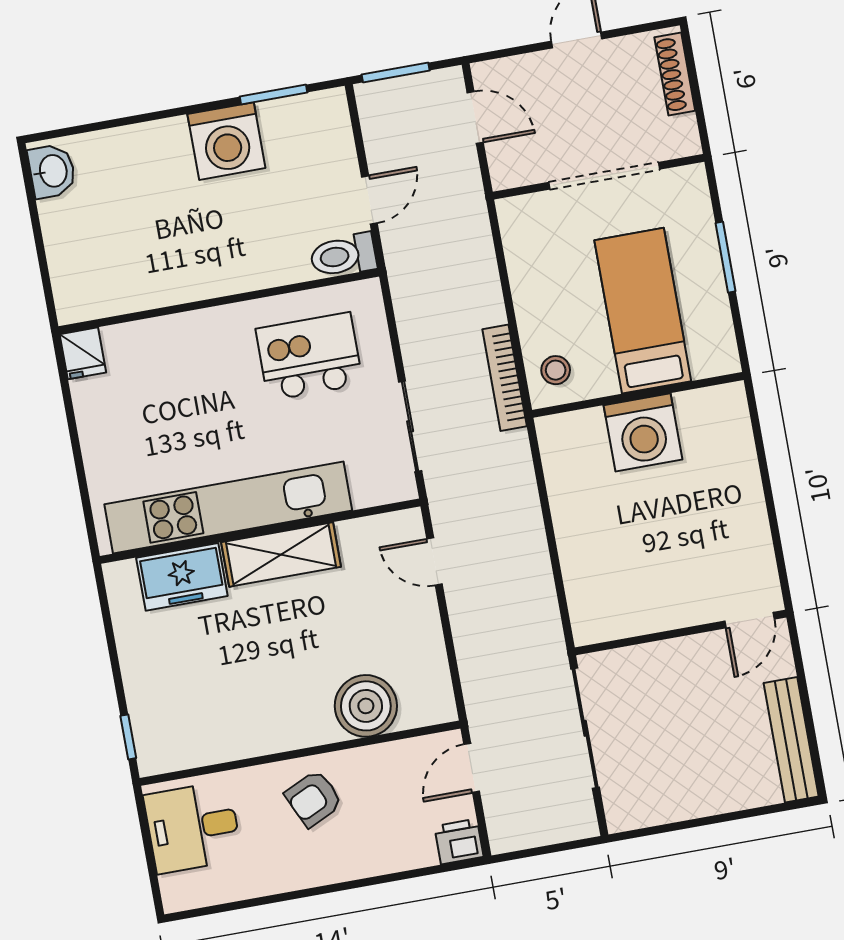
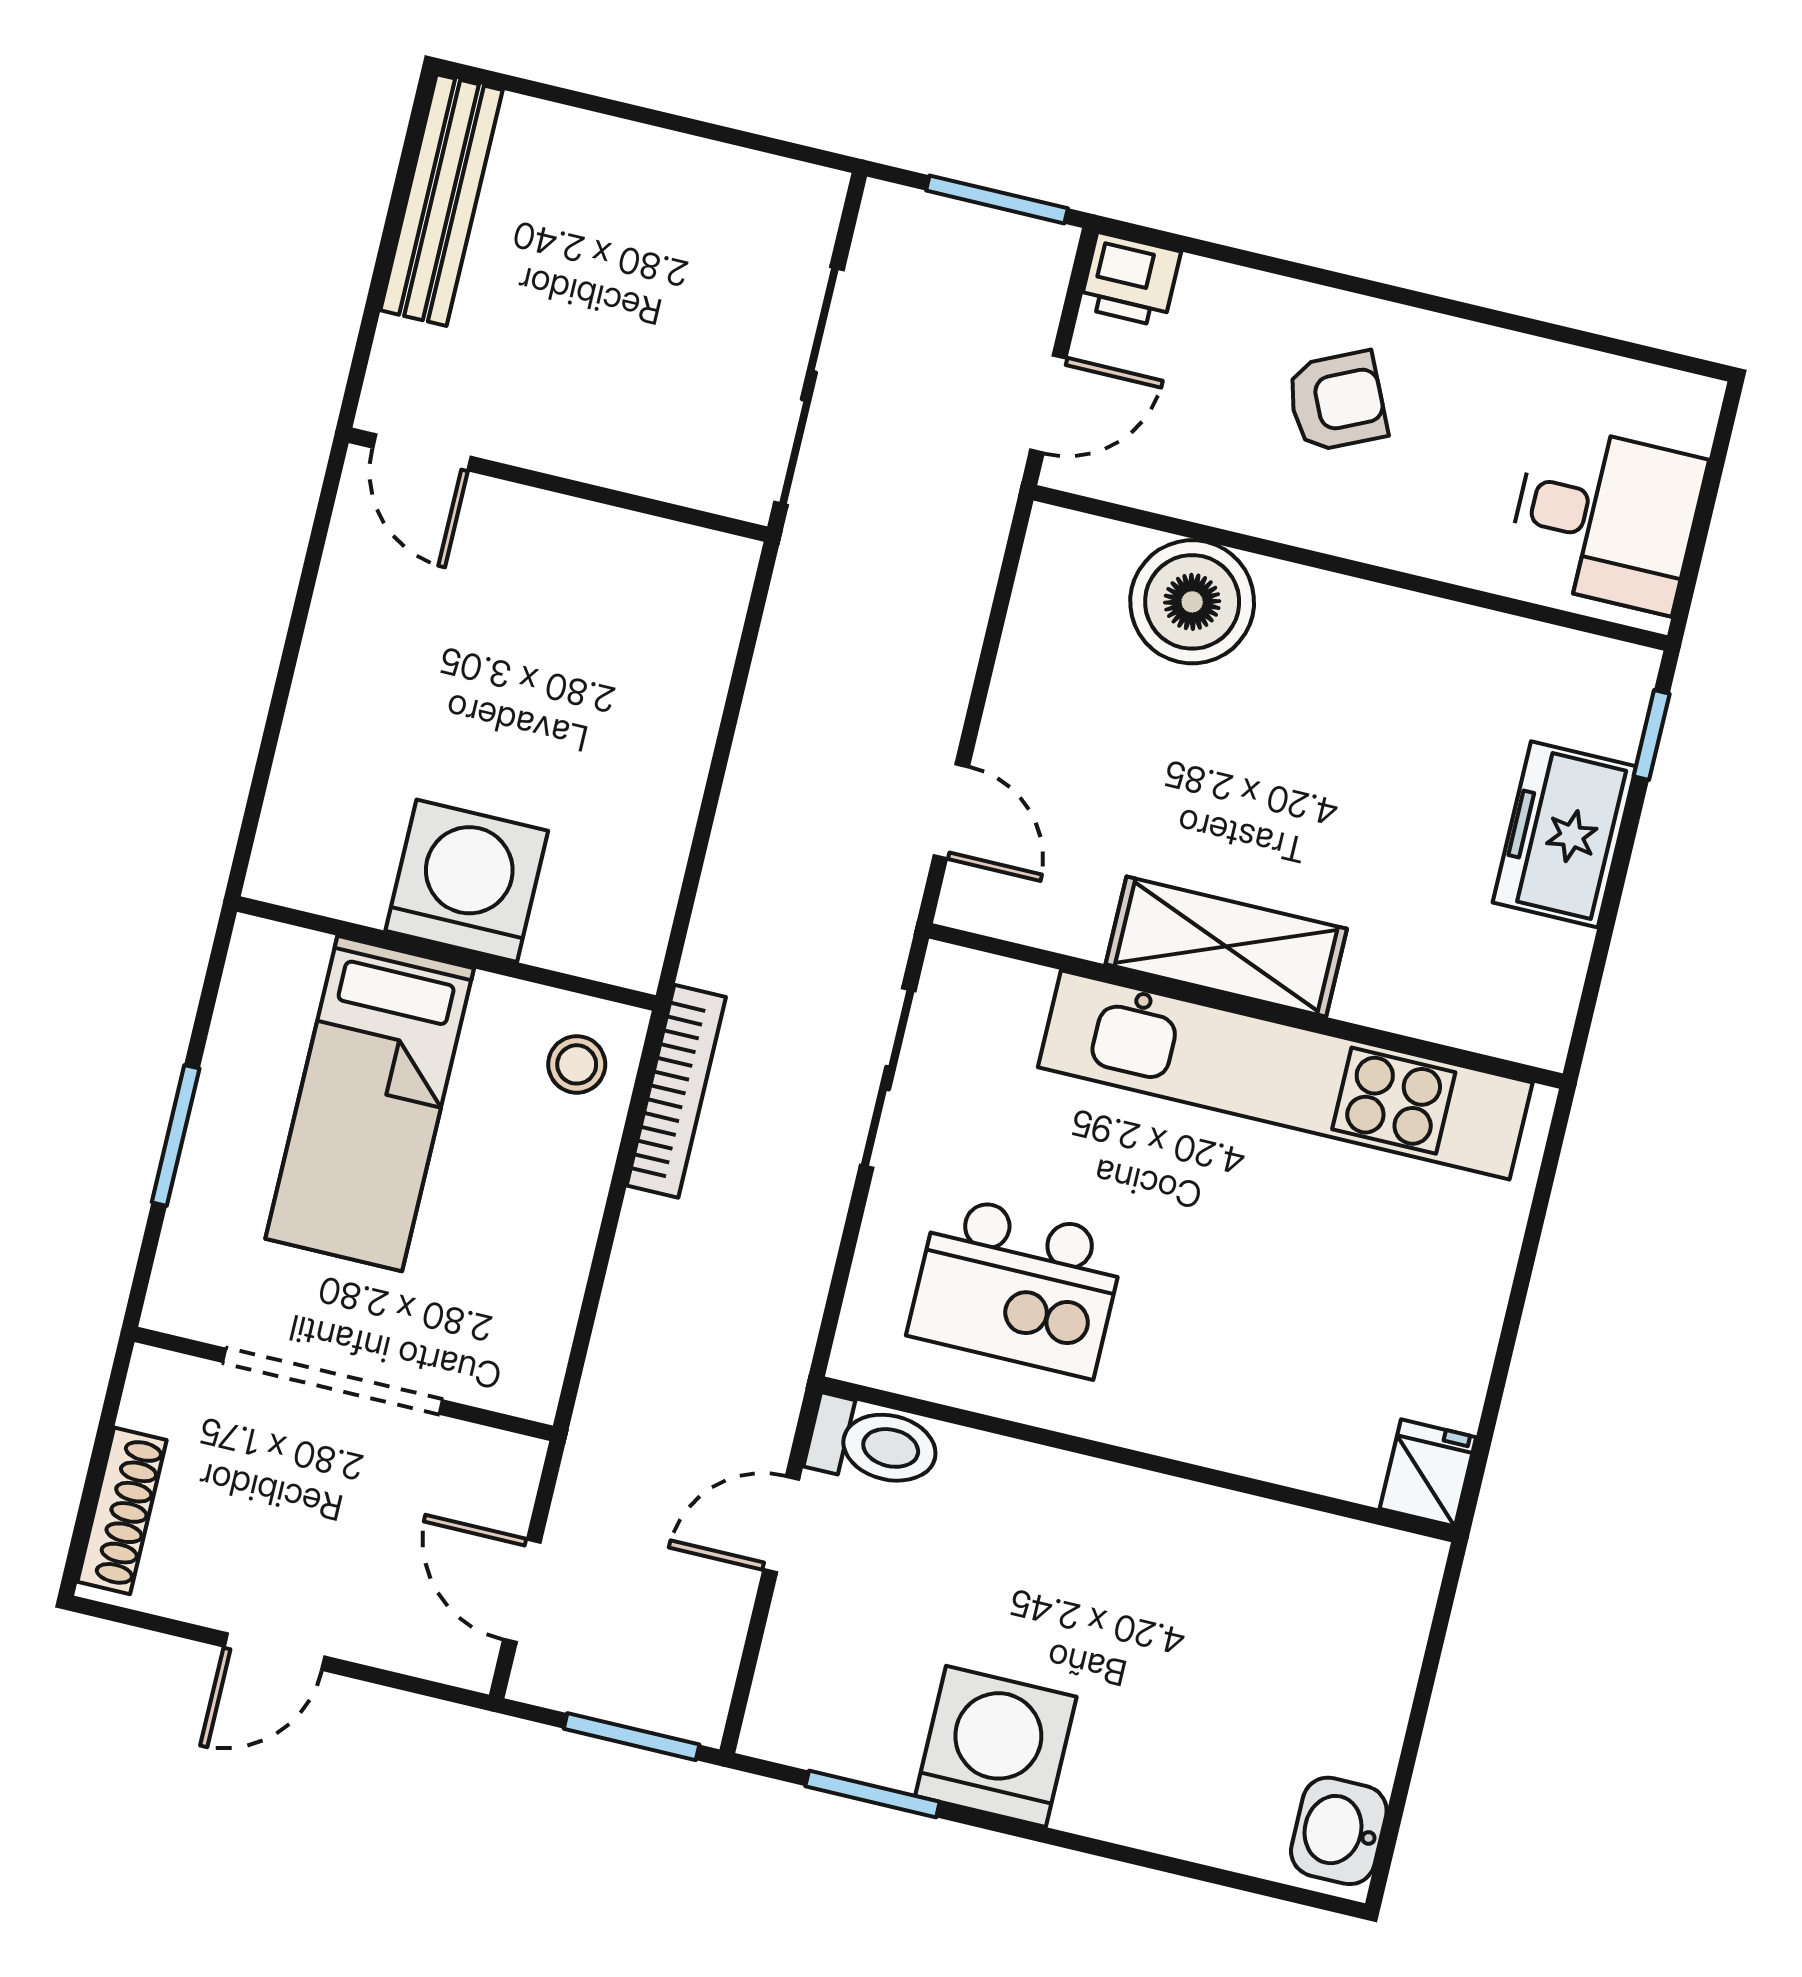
freezer: (182, 577) -> (1564, 834), moved, turned -90
door: (750, 620) -> (422, 452), swing flipped
armchair: (314, 799) -> (1337, 402), moved
window: (536, 852) -> (997, 199), added

